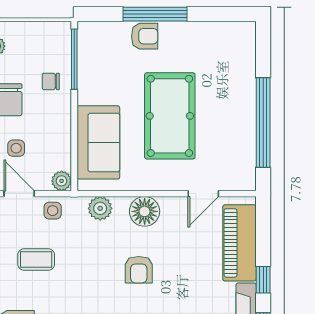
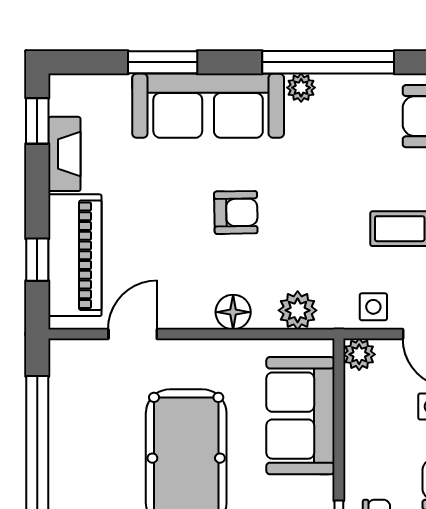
floor lamp: (145, 211) -> (233, 312), width x0.73, depth x0.73
armchair: (139, 270) -> (236, 212), turned 89
window: (263, 280) -> (37, 260), moved

